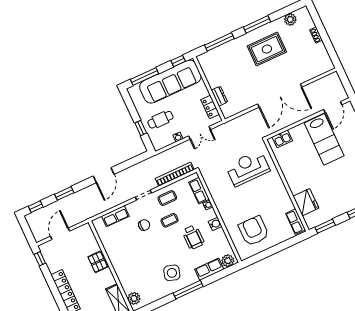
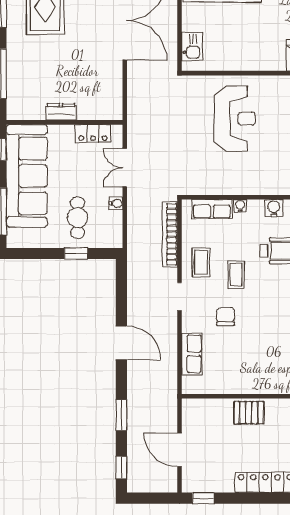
dresser: (219, 96) -> (61, 112), moved
double door: (200, 133) -> (125, 168), swing flipped
reception desk: (248, 168) -> (235, 119), moved, turned 180

